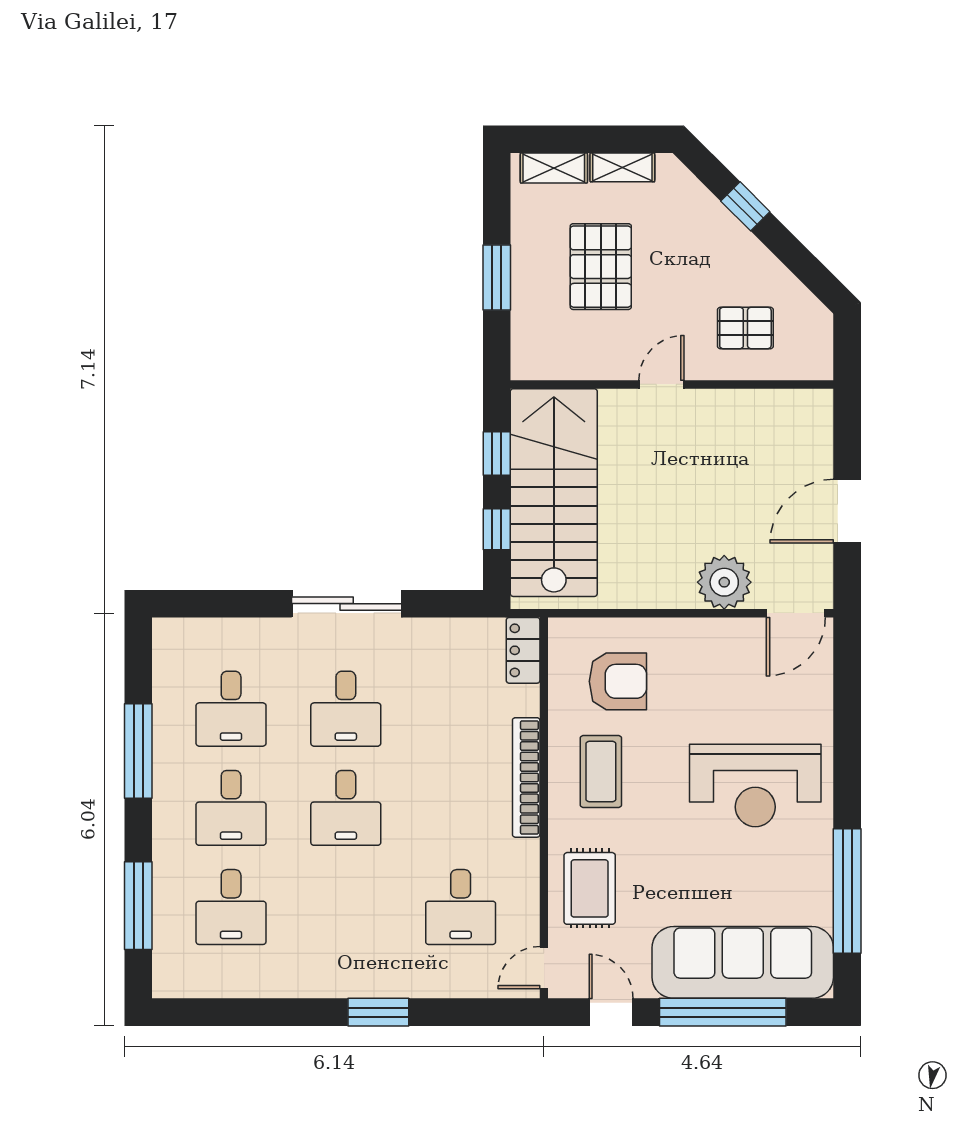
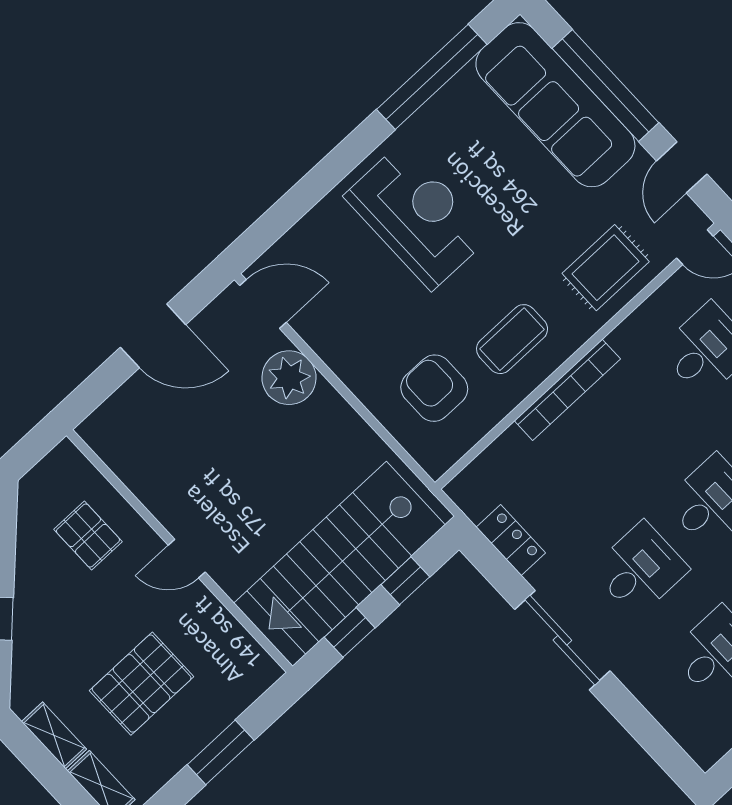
locker: (523, 650) -> (511, 540), moved, turned -90

